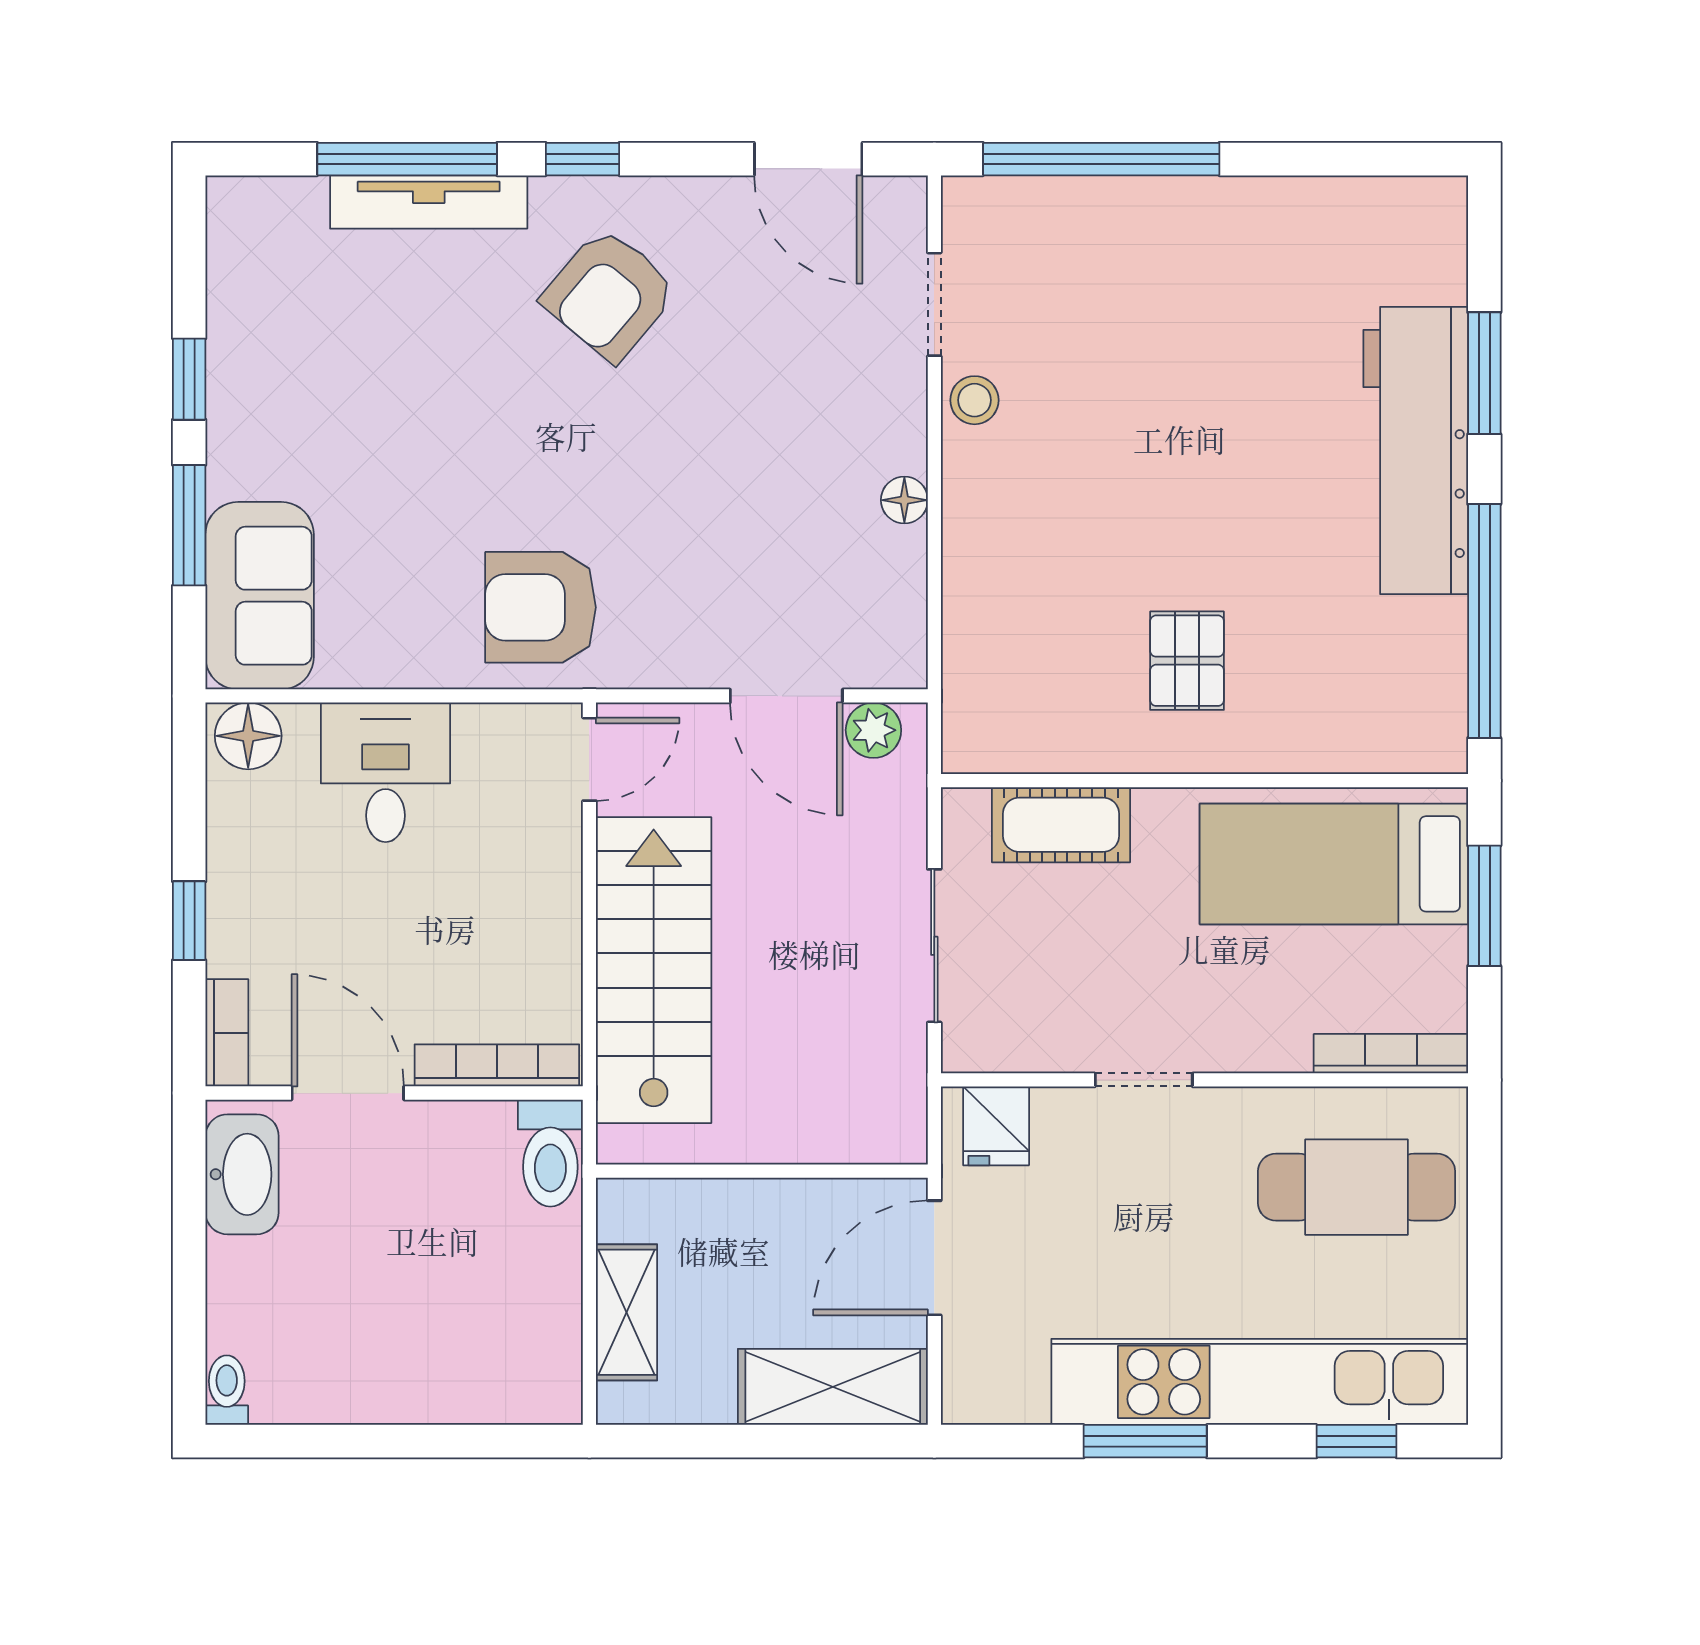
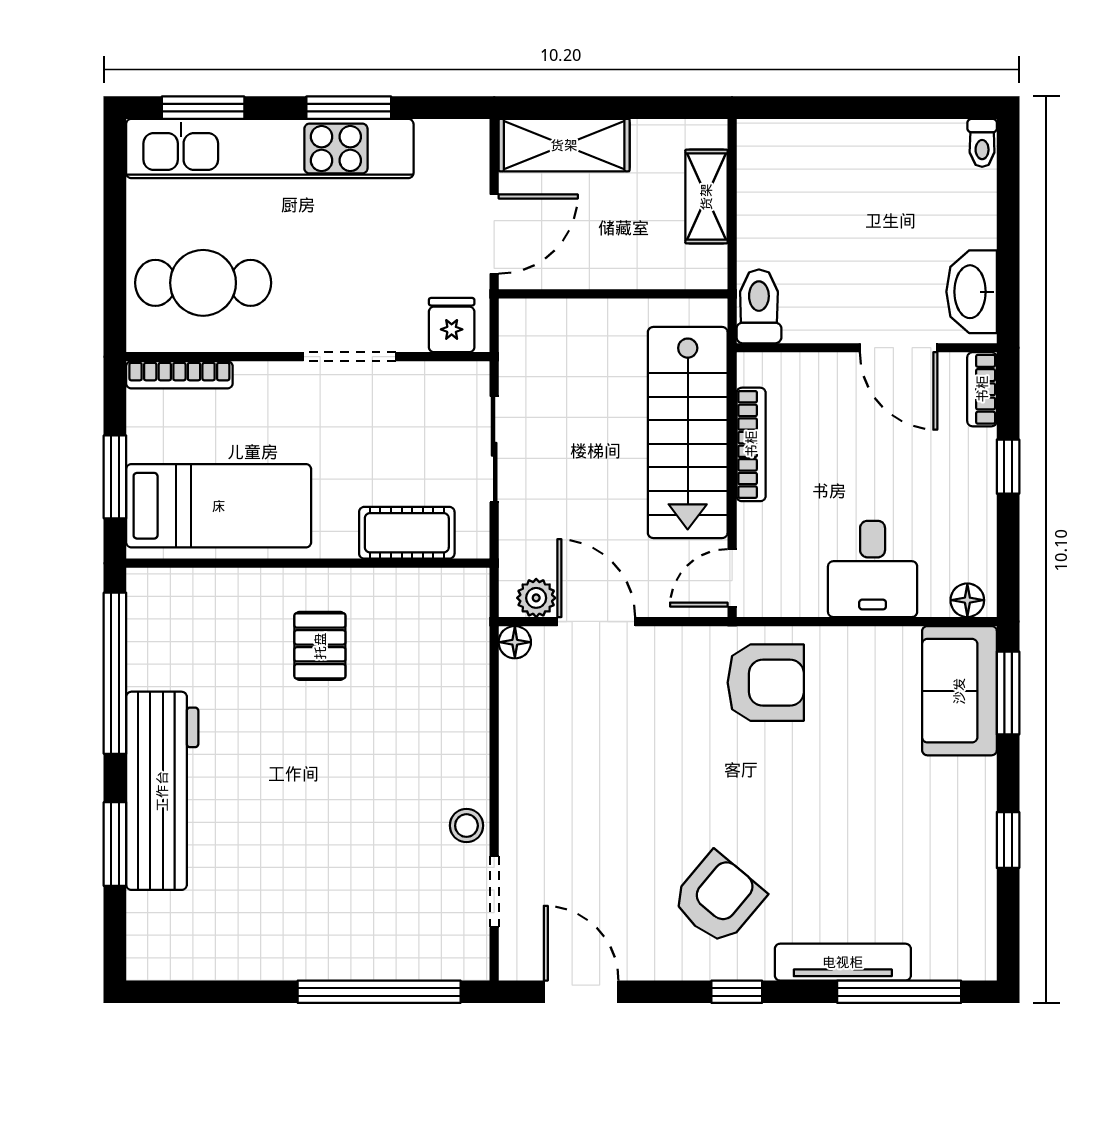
window: (407, 159) -> (899, 992), moved
floor lamp: (904, 500) -> (515, 642), moved
window: (189, 525) -> (1008, 693), moved
floor lamp: (248, 736) -> (967, 600), width x0.73, depth x0.73
bookcase: (497, 1065) -> (751, 444), moved, turned -90
doorway: (1144, 1080) -> (350, 357), width x1.38
window: (1356, 1441) -> (203, 108), width x1.50

